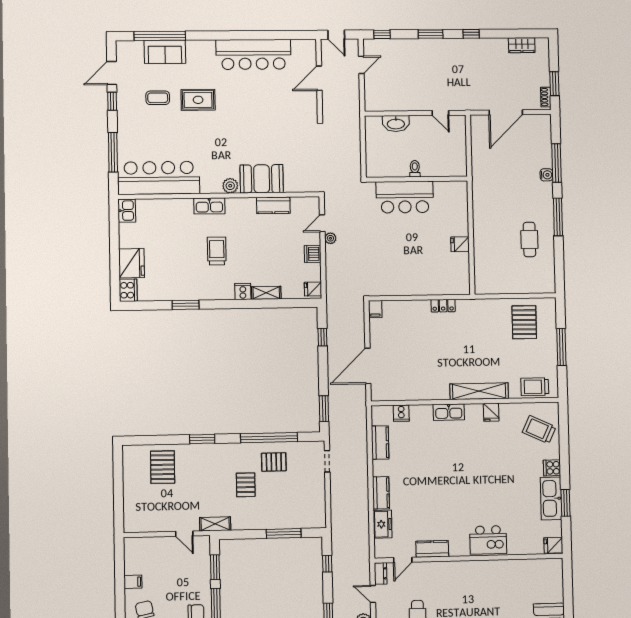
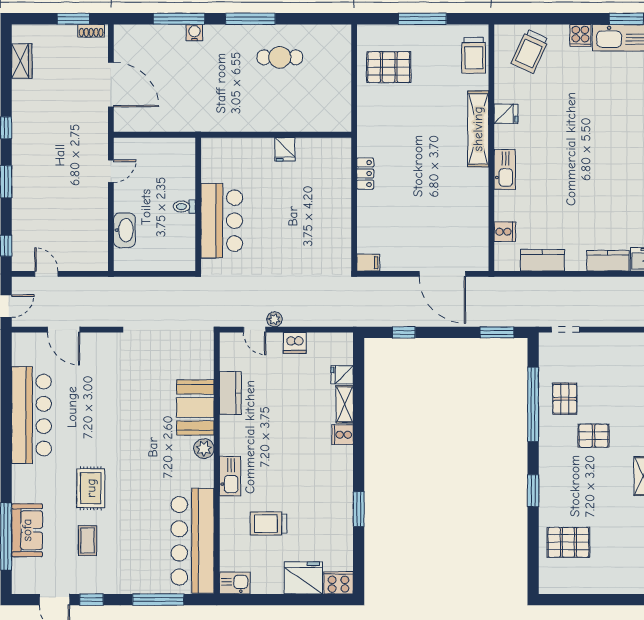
trolley: (217, 251) -> (268, 523), moved
fridge: (313, 289) -> (342, 375), moved, turned 90

